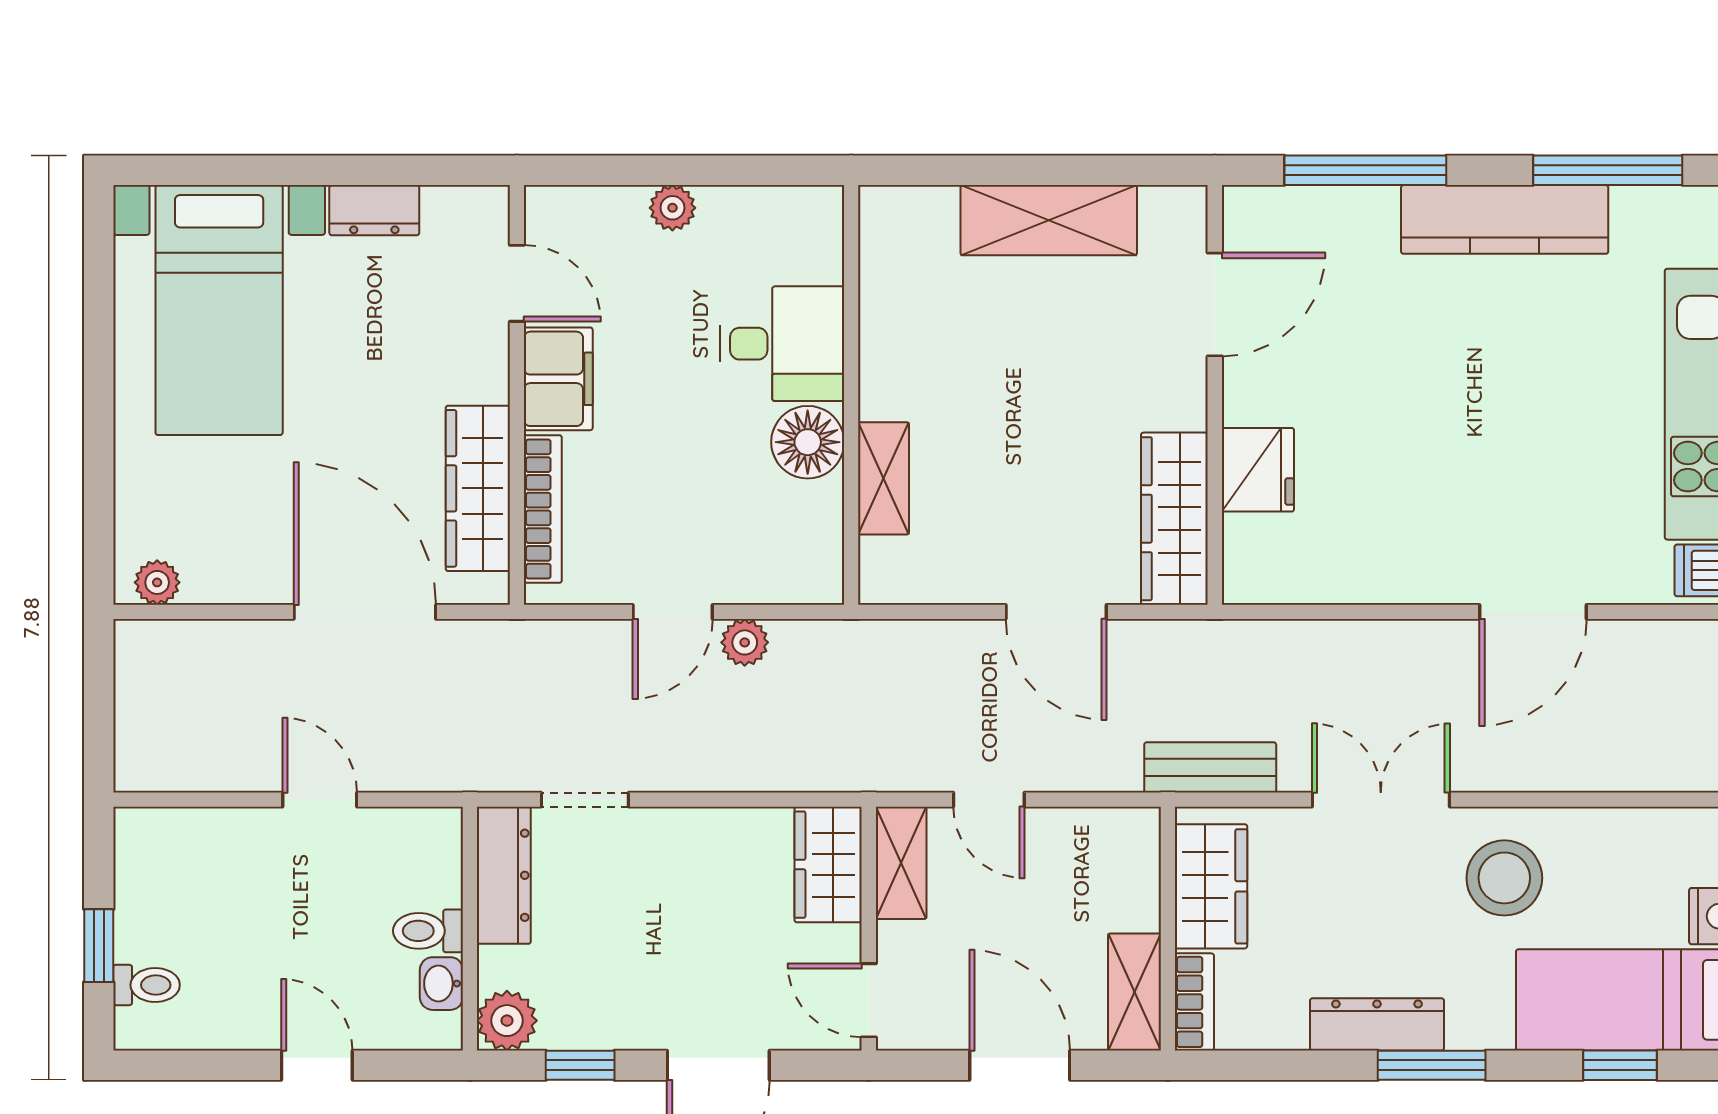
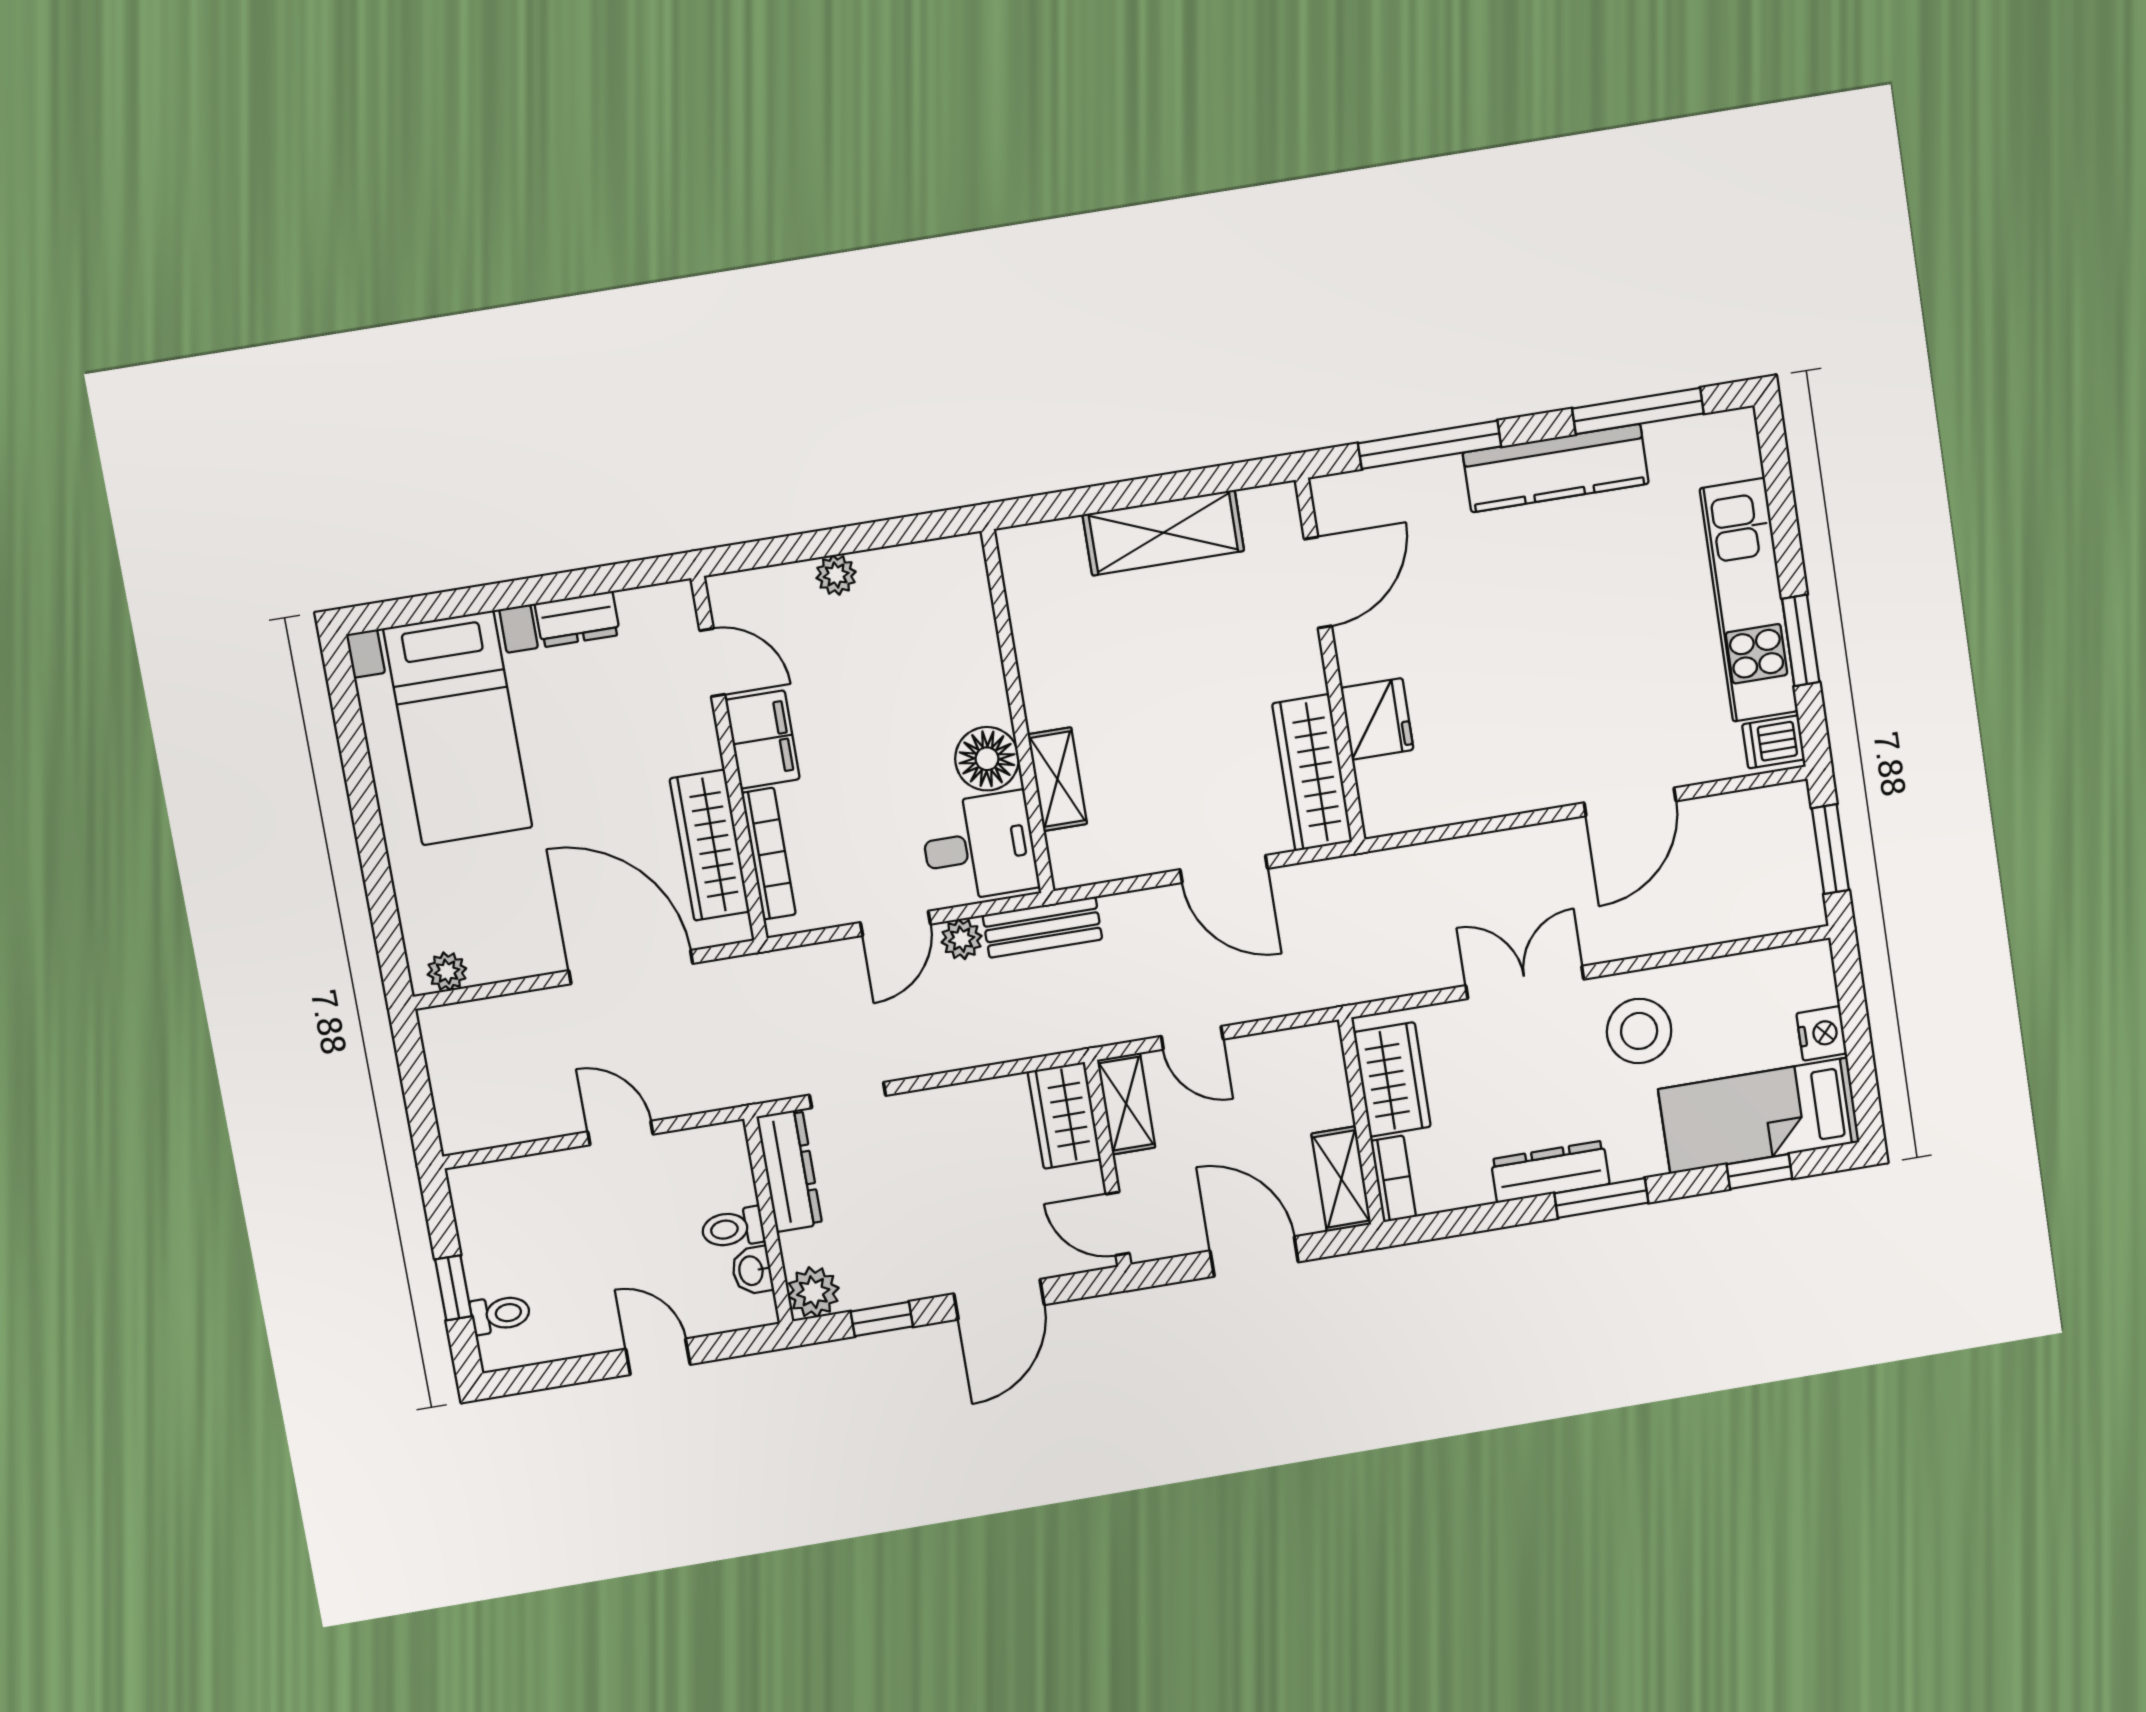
desk: (782, 344) -> (979, 847), moved
bench: (1210, 767) -> (1042, 927), moved

